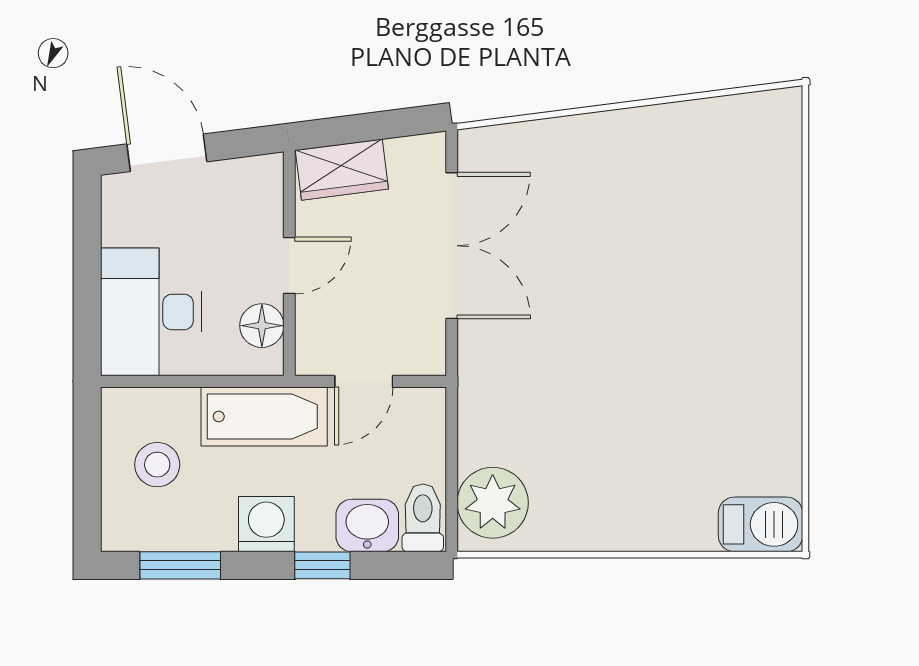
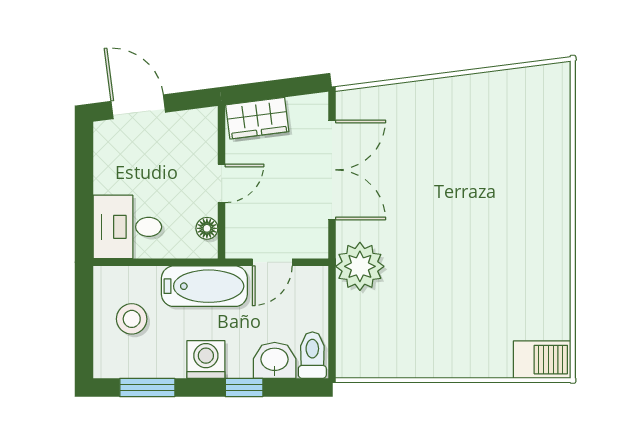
desk: (151, 312) -> (127, 227), width x0.73
floor lamp: (262, 326) -> (207, 228), width x0.73, depth x0.73
plant: (493, 503) -> (360, 266), moved

